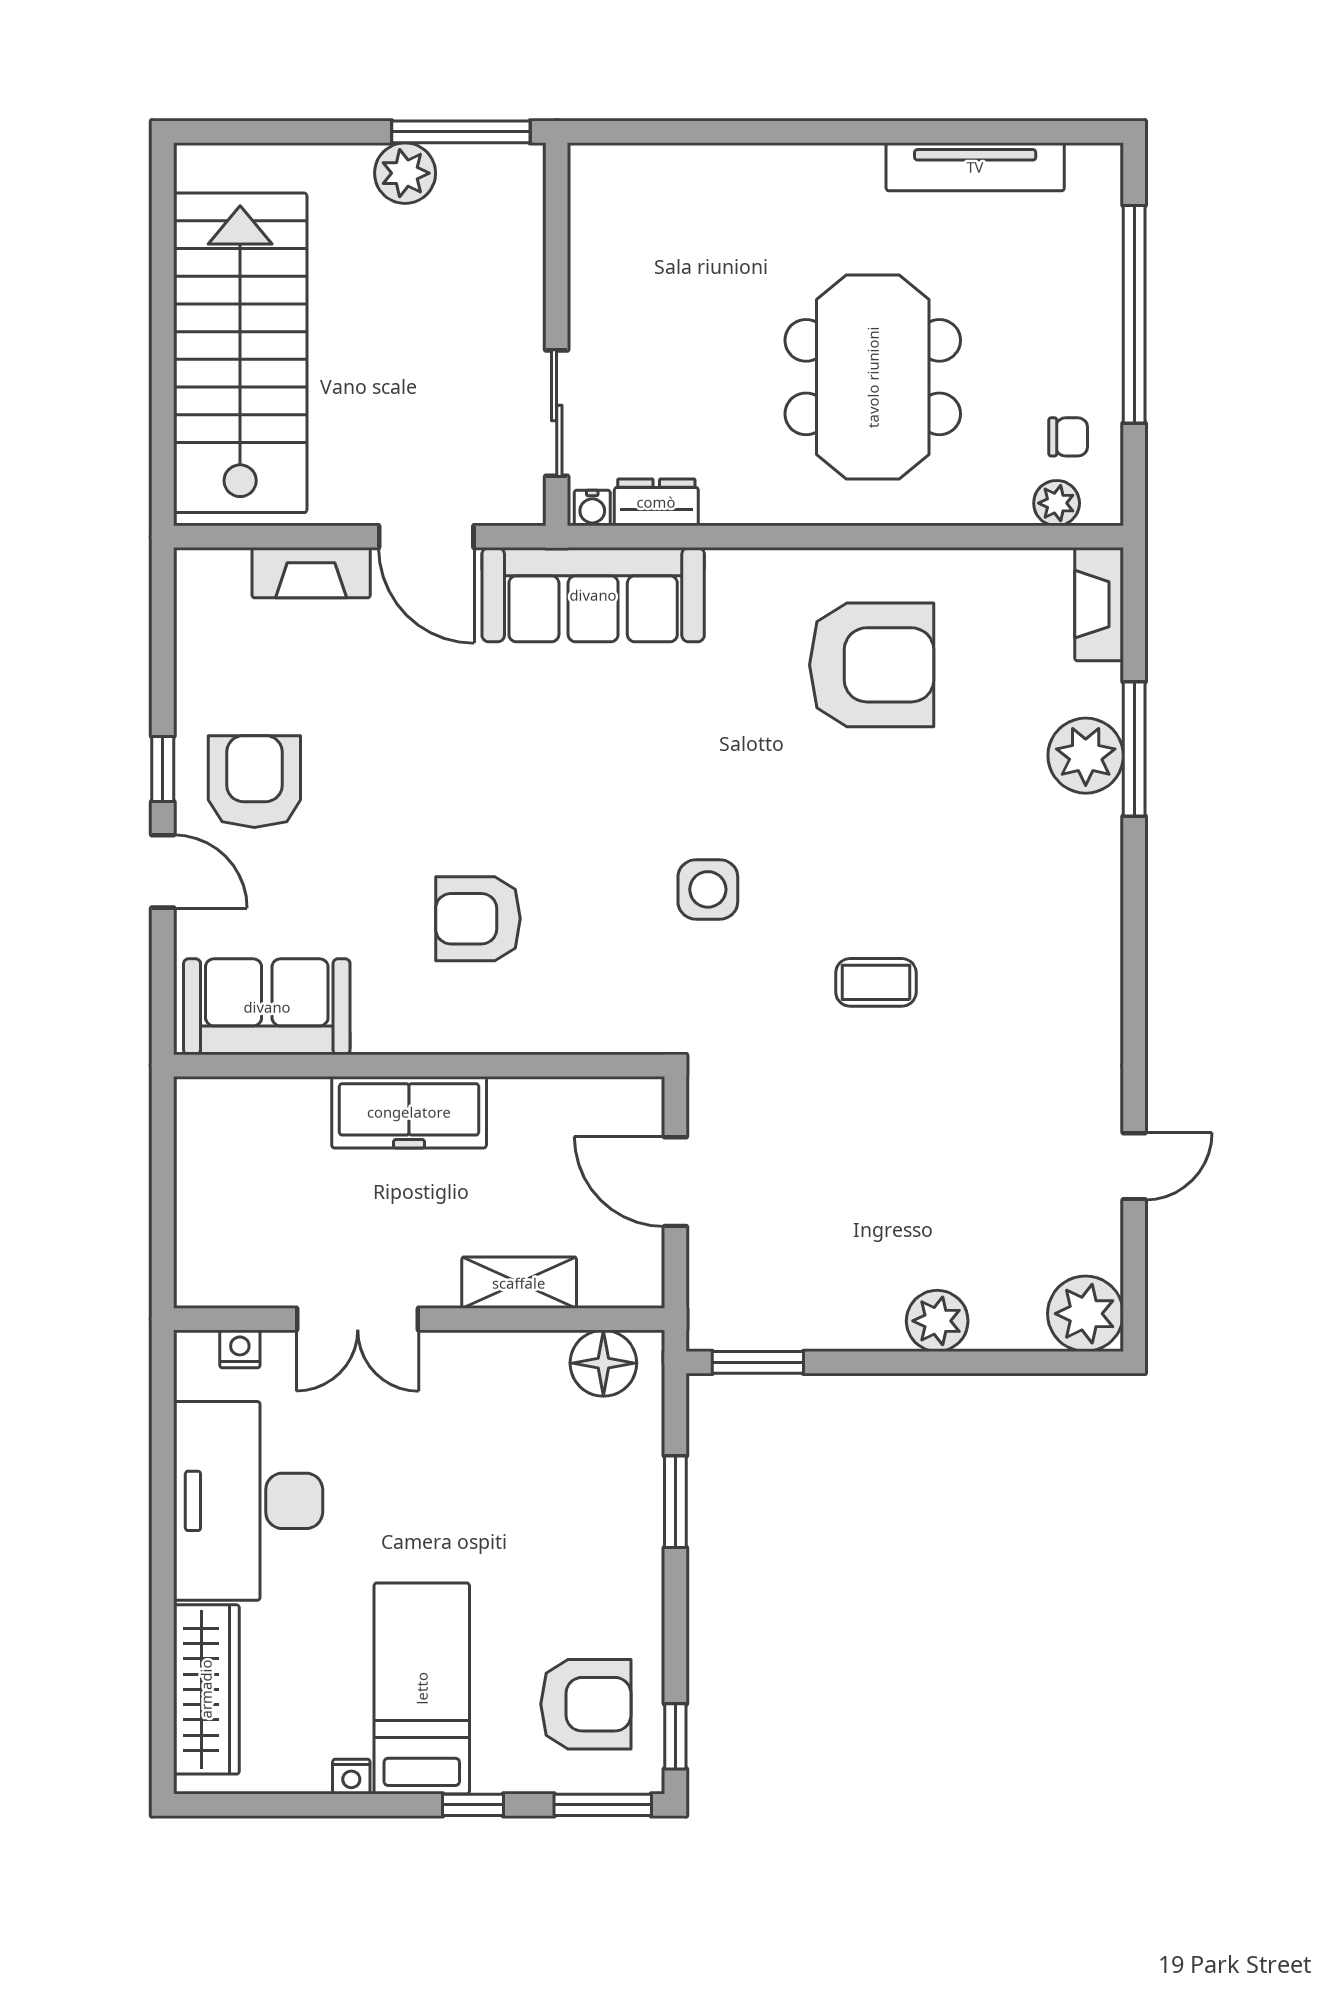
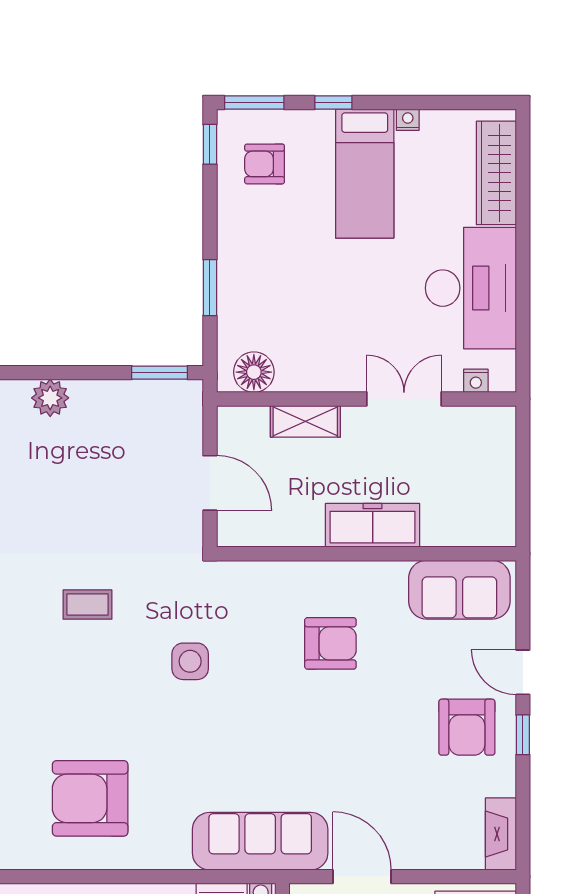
fireplace: (311, 573) -> (501, 834), moved, turned -90
armchair: (586, 1704) -> (265, 164), width x0.72, depth x0.72

